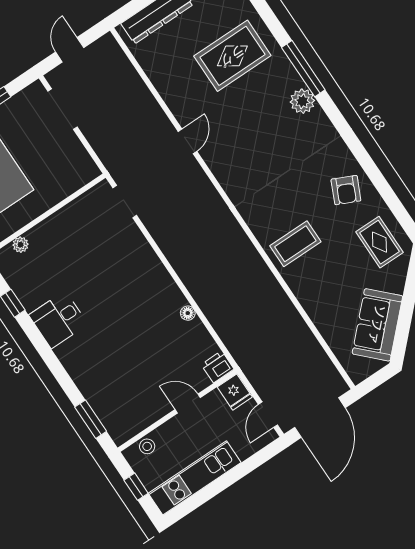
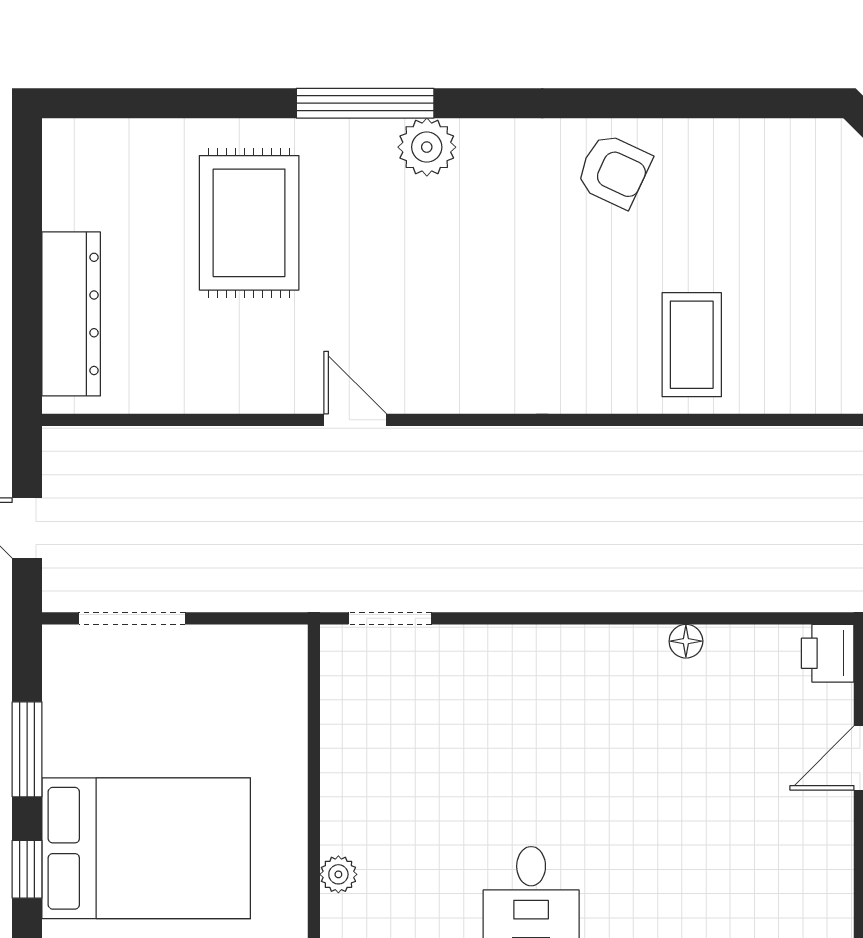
armchair: (346, 190) -> (614, 171), moved
rug: (379, 242) -> (797, 181), removed

